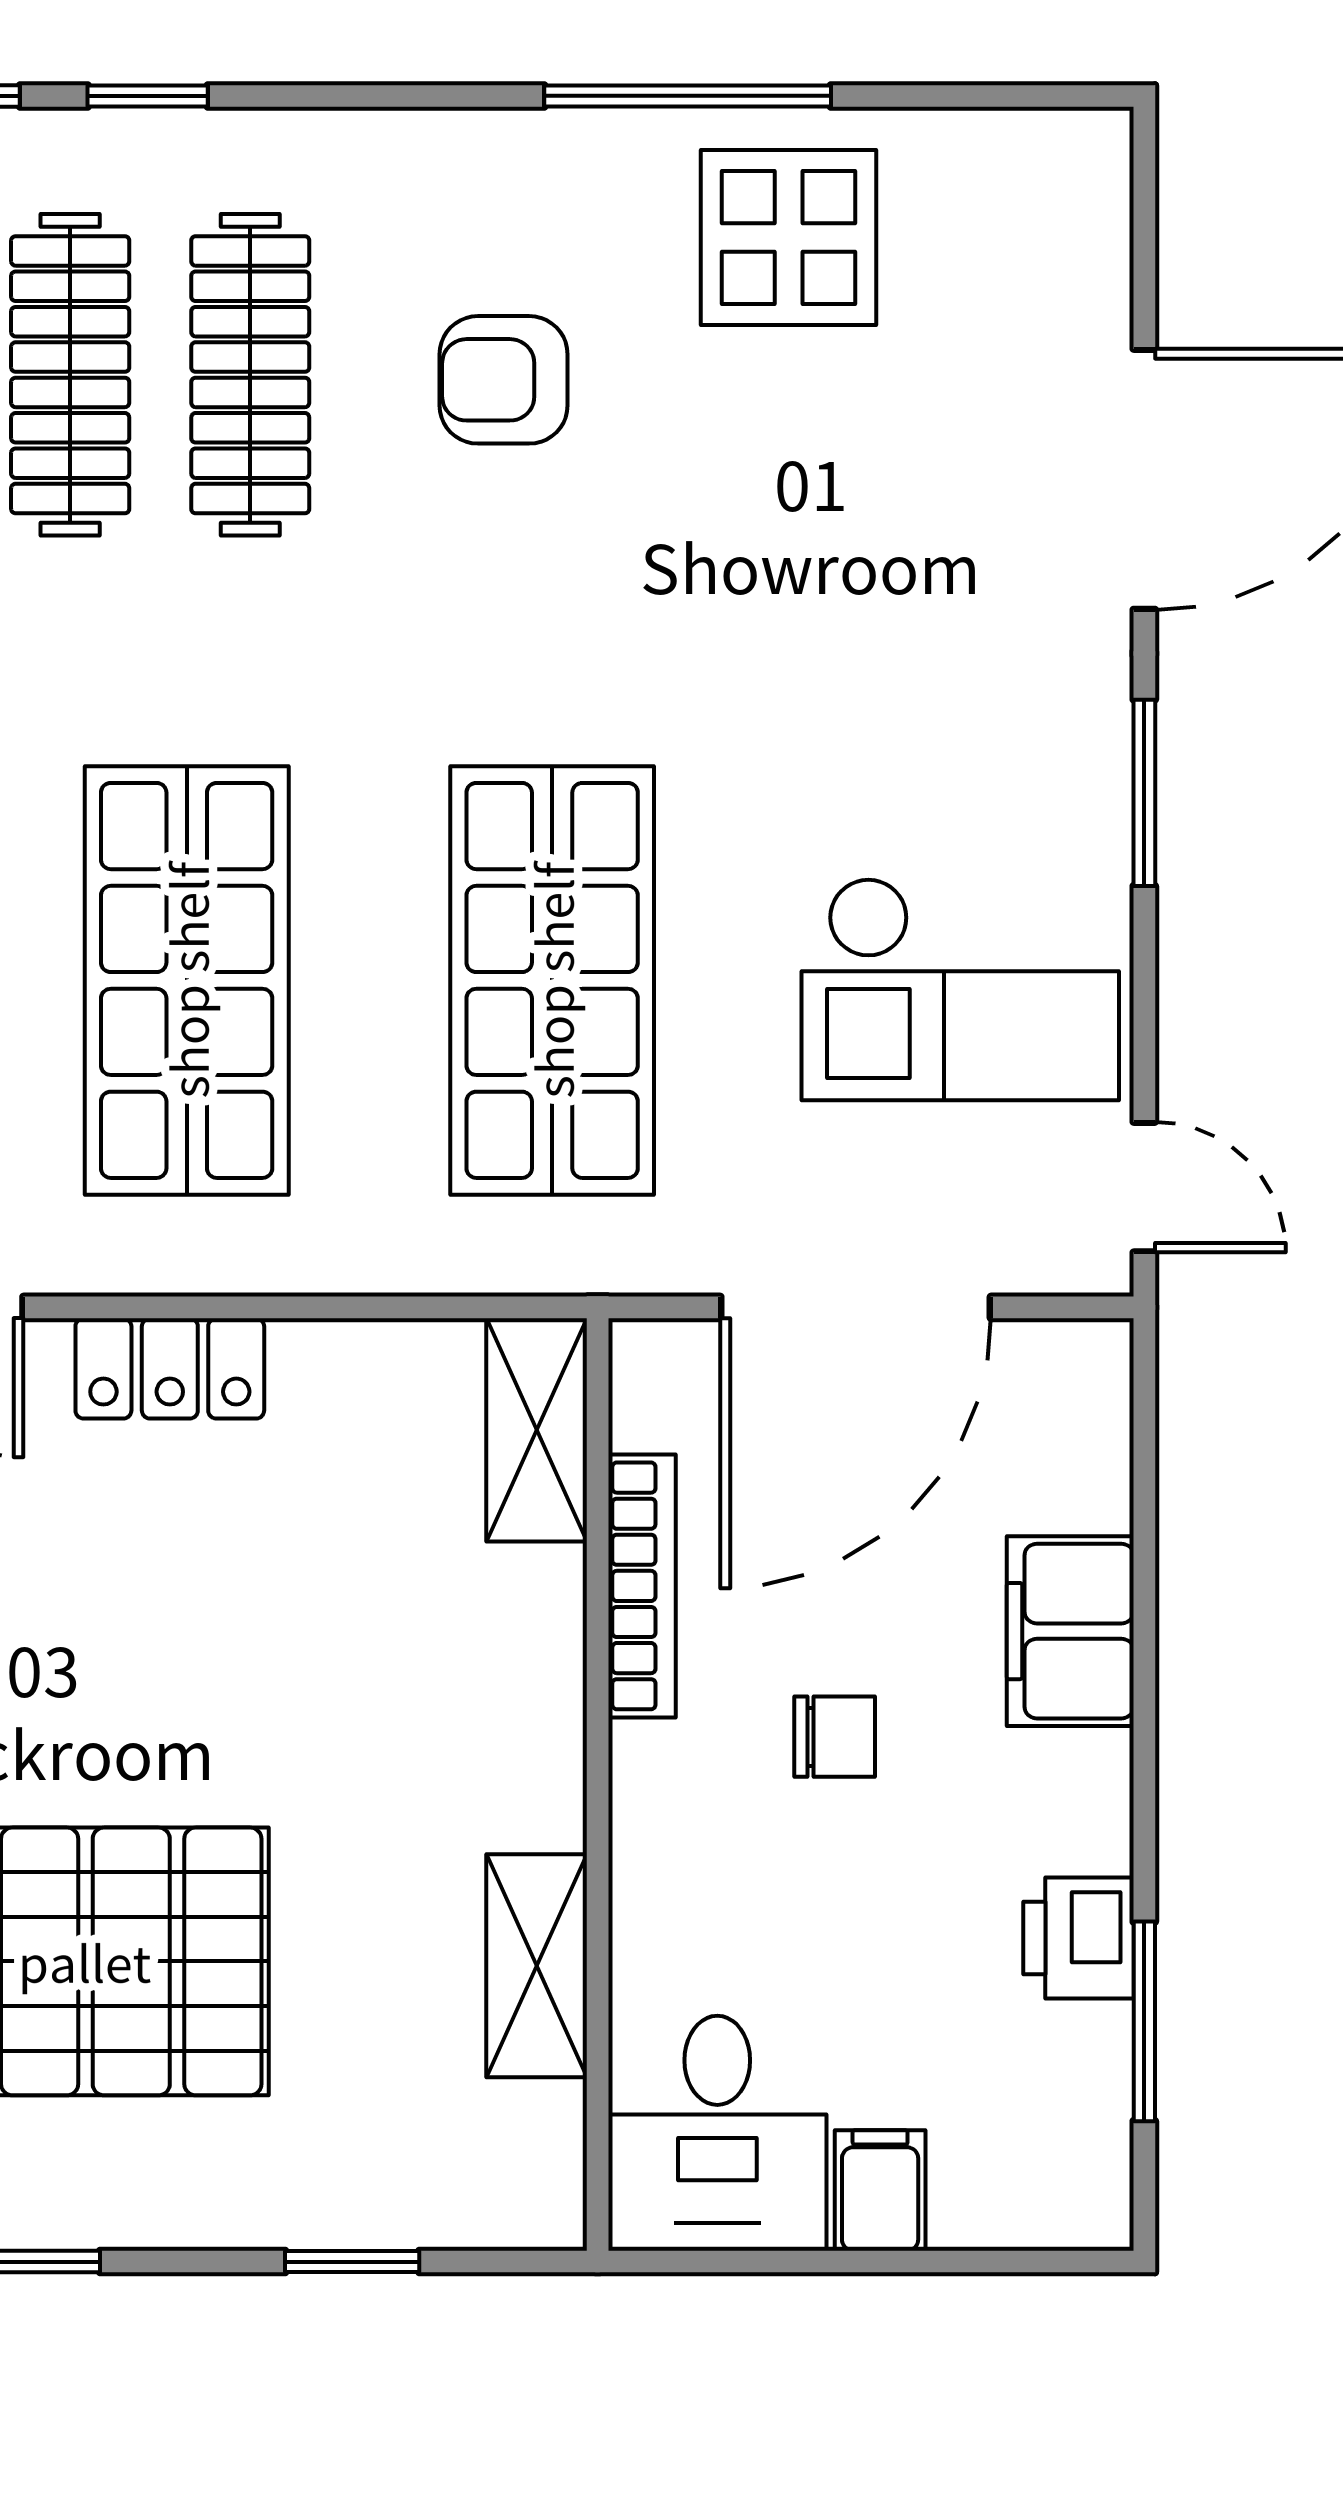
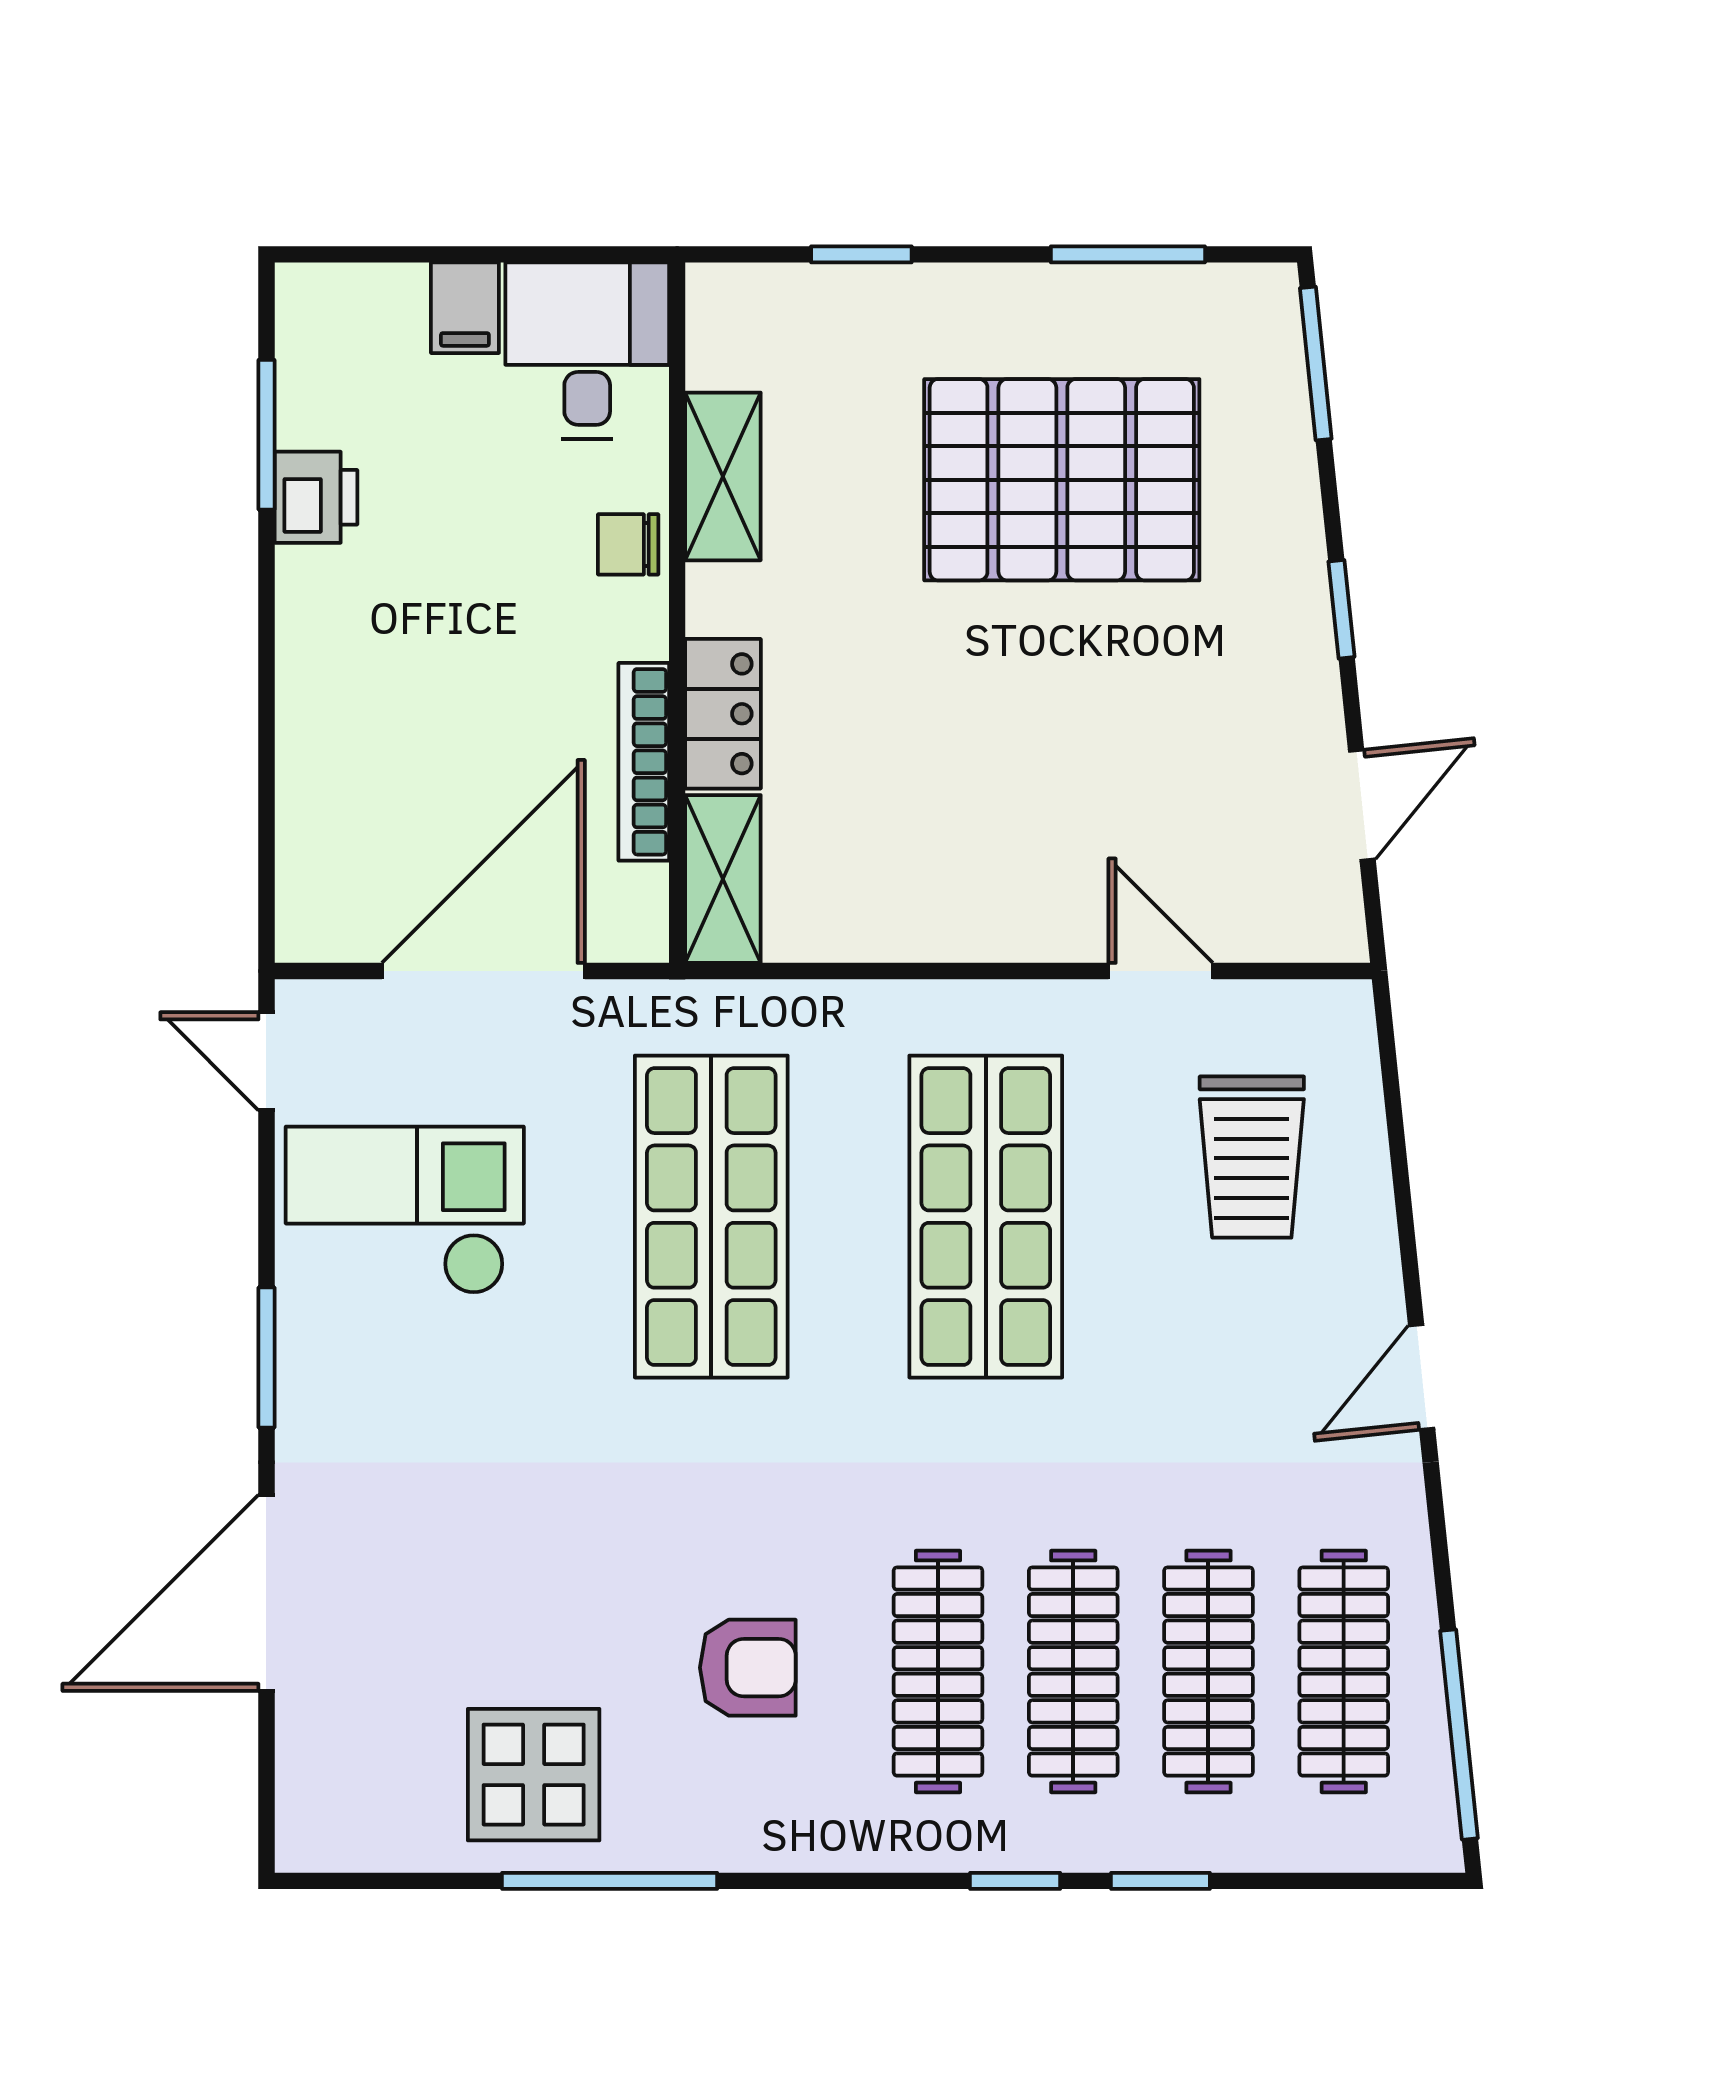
locker: (170, 1368) -> (723, 714), moved, turned 90
filing cabinet: (1070, 1631) -> (322, 728), removed
chair: (835, 1737) -> (628, 544), moved

